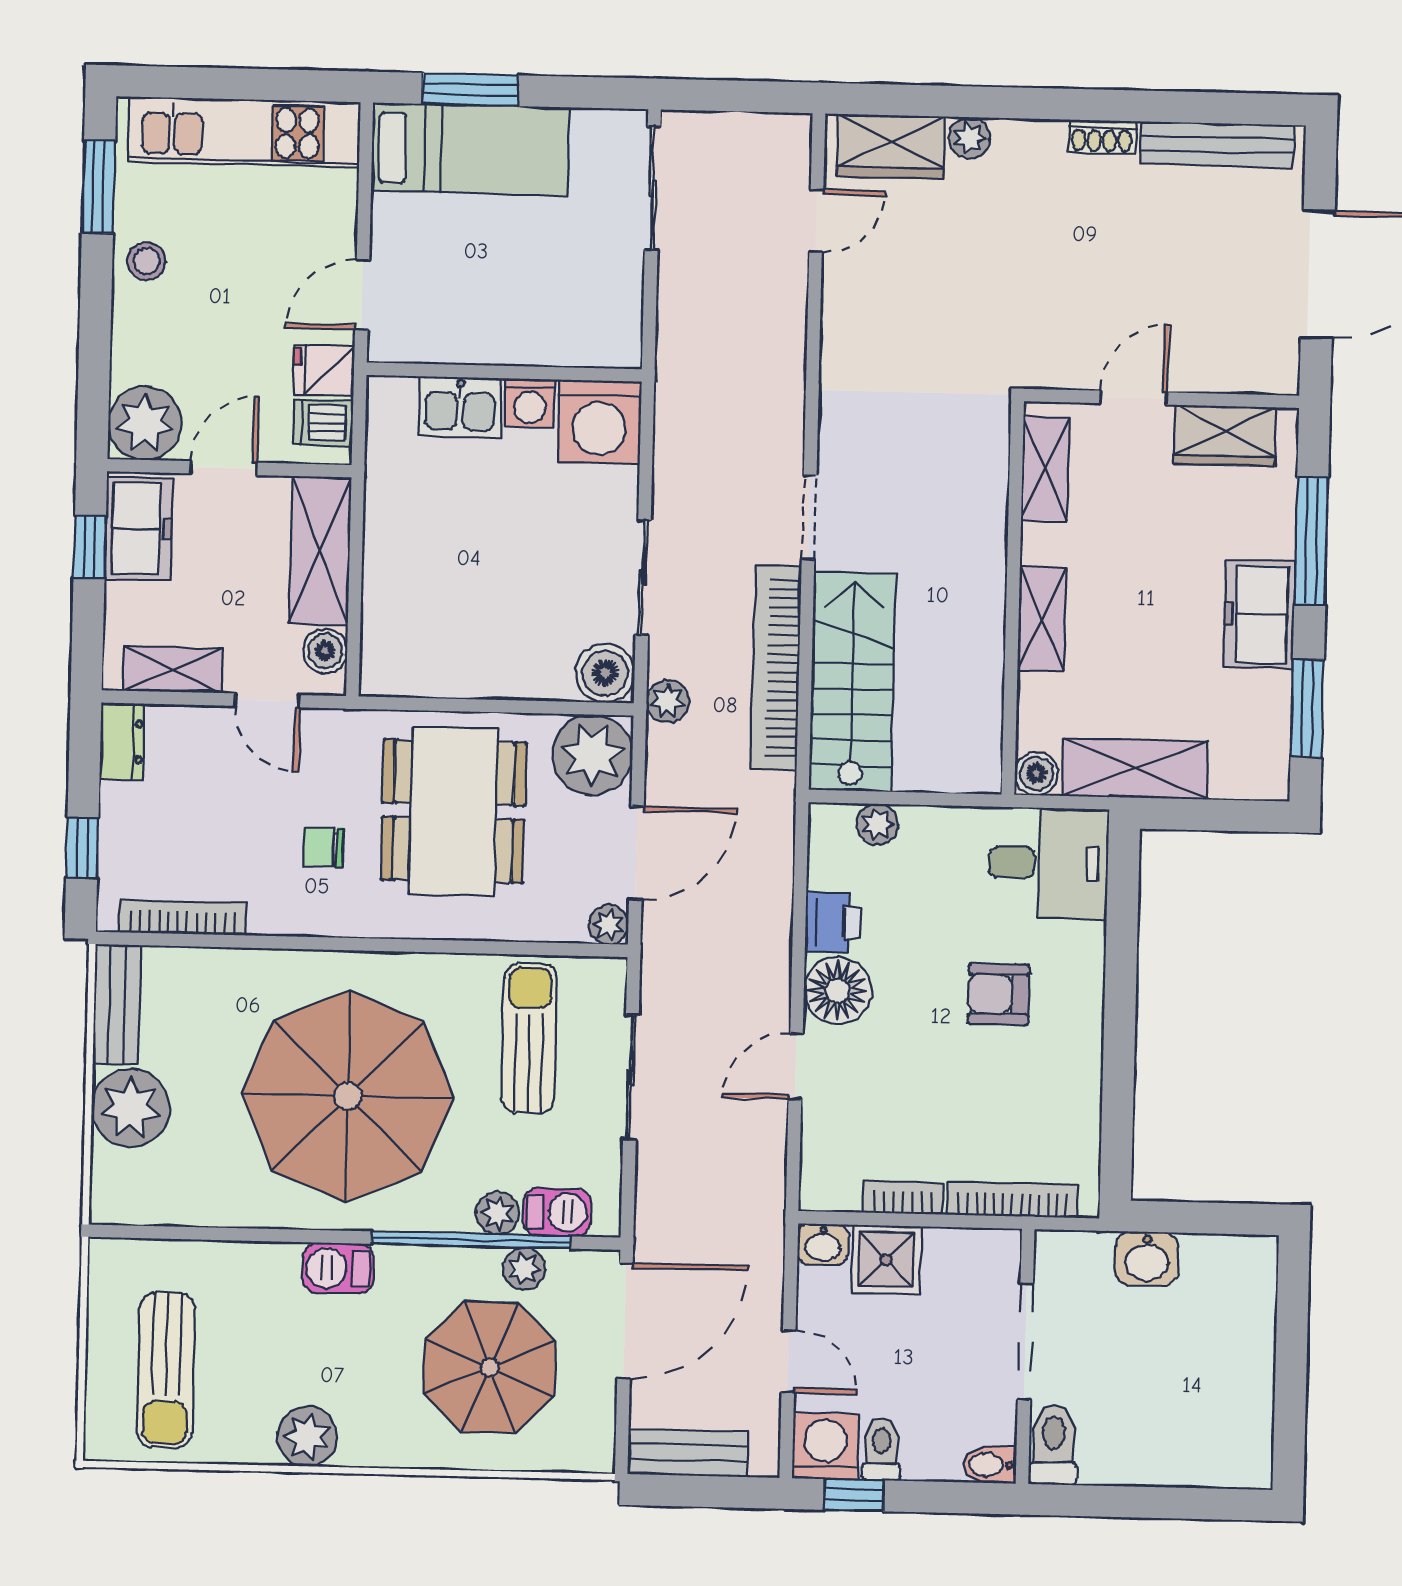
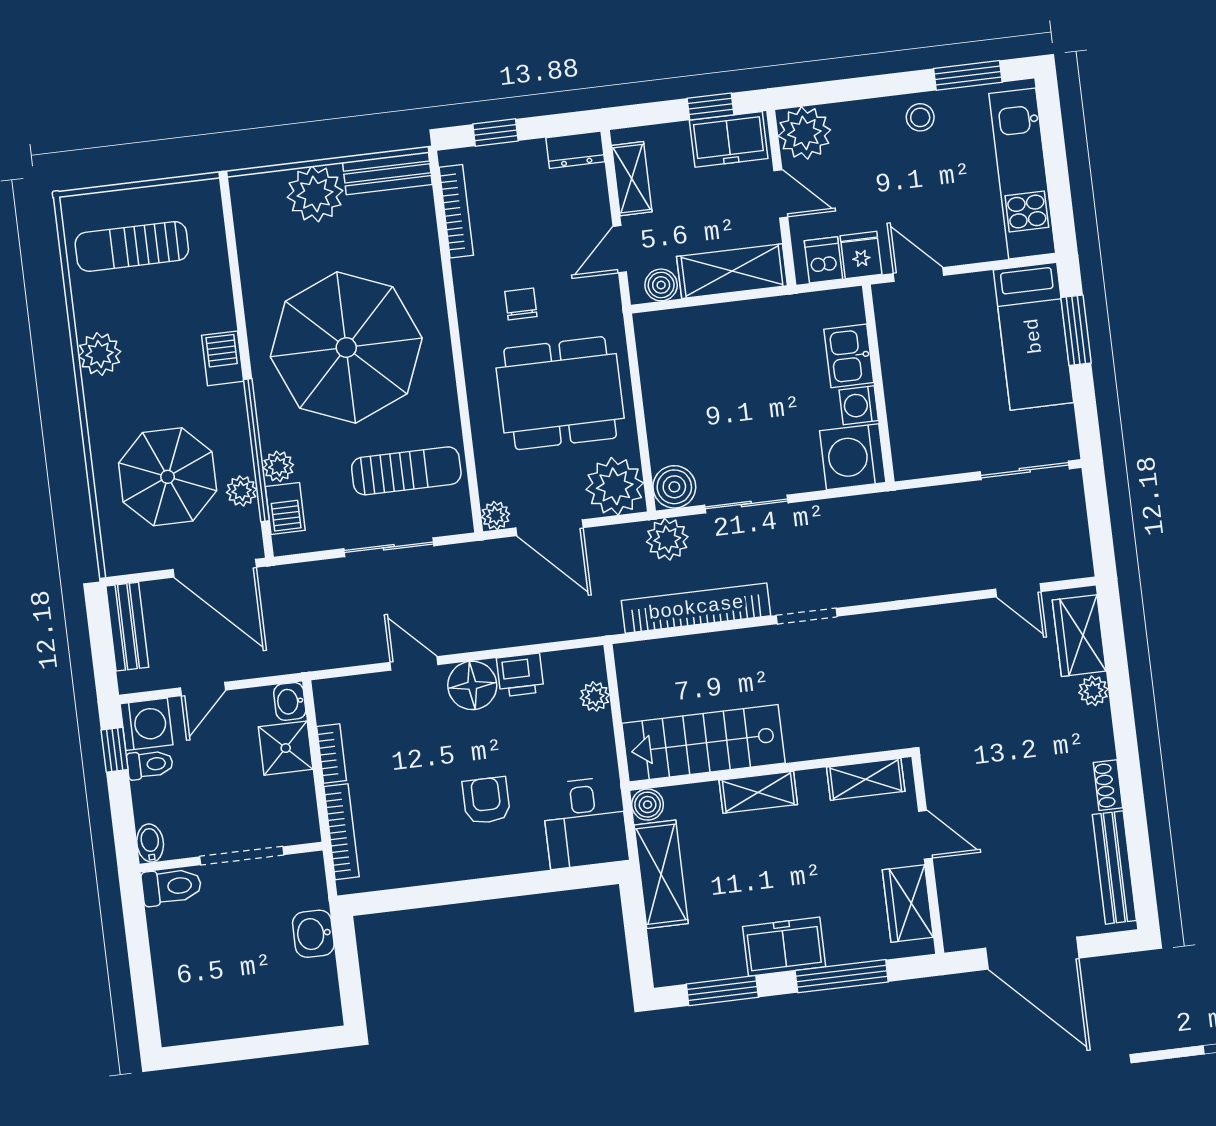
stairs: (852, 682) -> (703, 743), moved, turned 180
plant: (668, 701) -> (667, 539), width x1.38, depth x1.38

